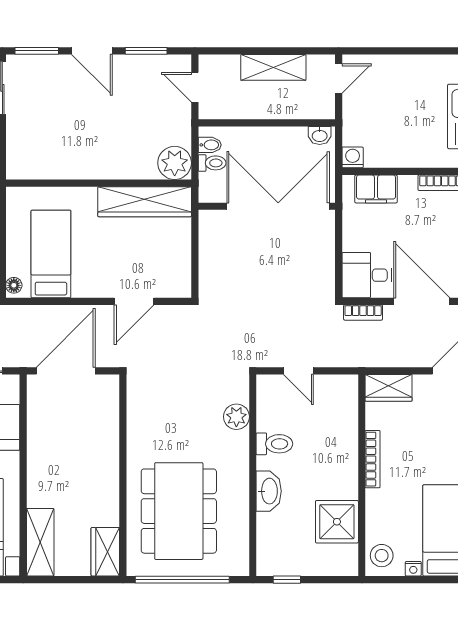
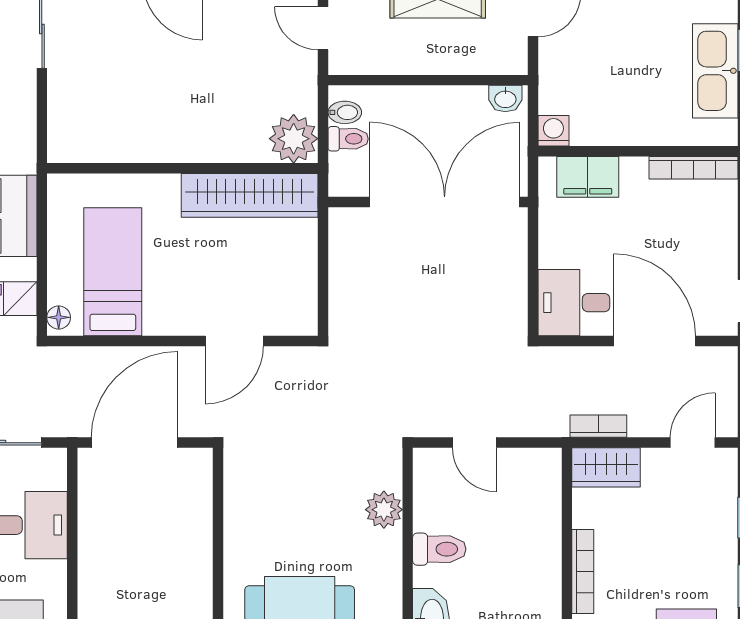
bookcase: (363, 313) -> (598, 426), moved, turned 180

